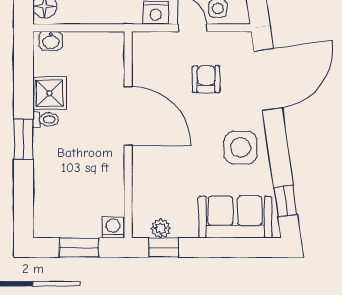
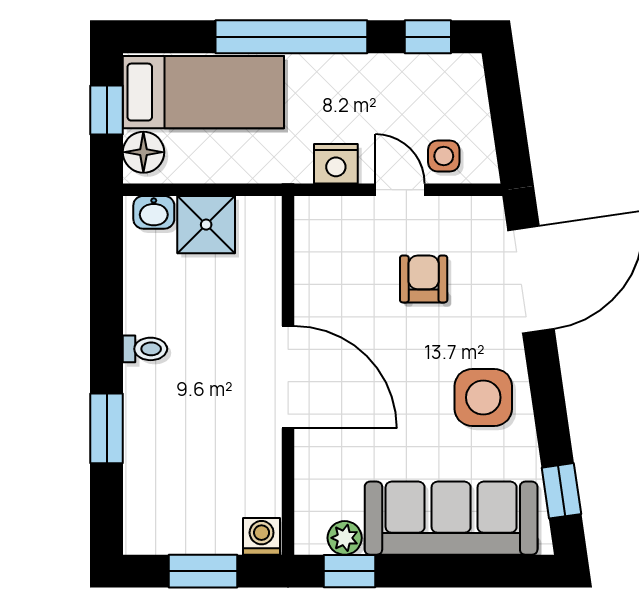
shower: (49, 93) -> (206, 225), moved
door: (128, 116) -> (288, 377), moved
window: (24, 139) -> (107, 428), moved
sofa: (235, 217) -> (451, 518), width x1.36

